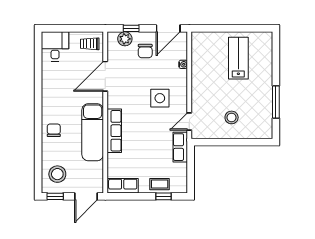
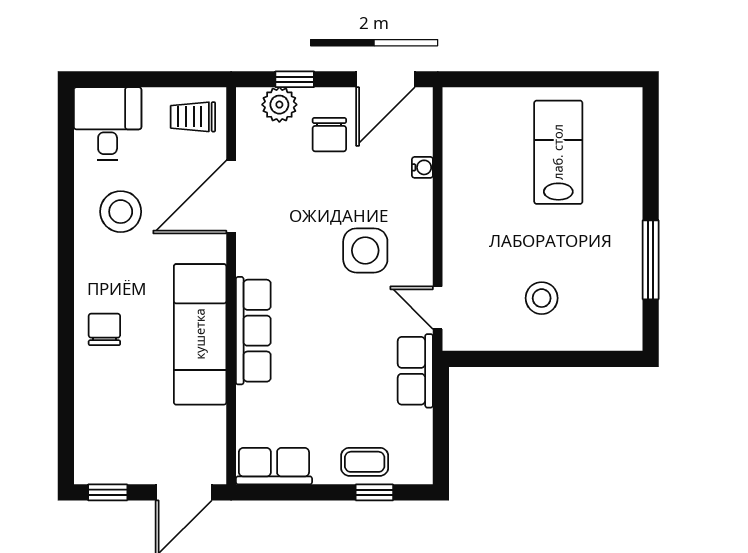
door: (189, 121) -> (438, 308), hinge flipped
stool: (57, 174) -> (121, 212), moved

